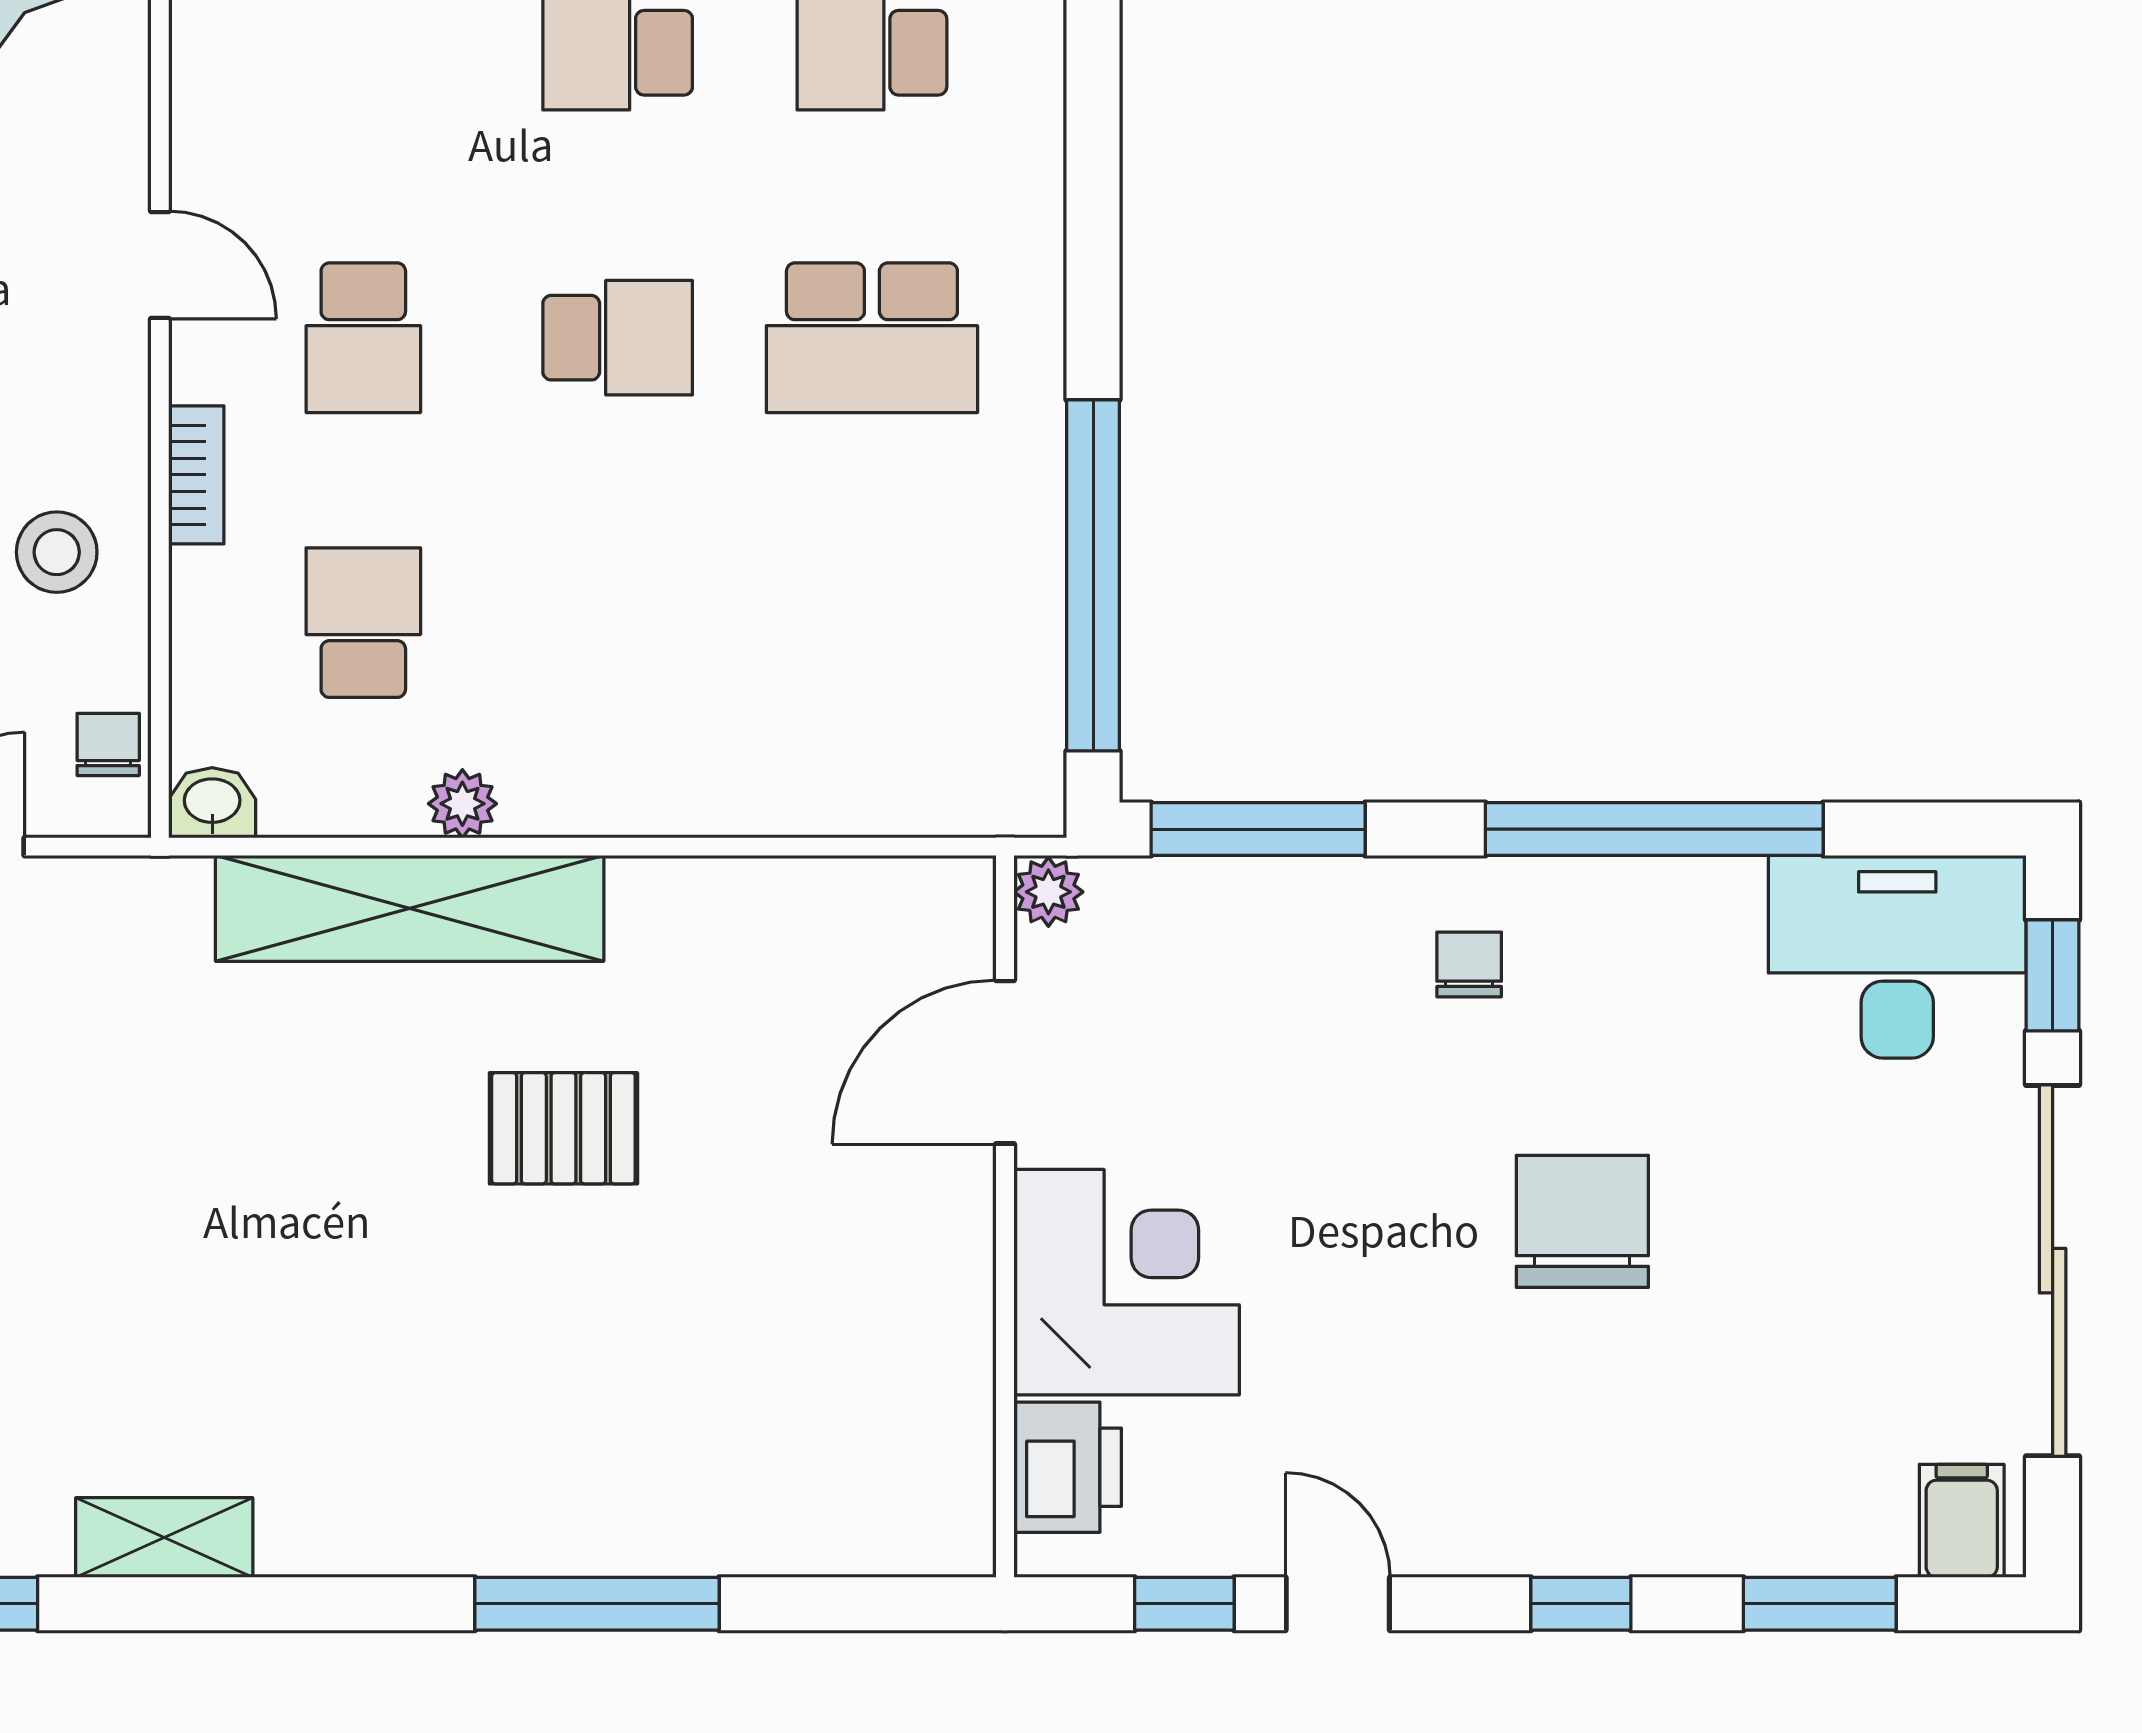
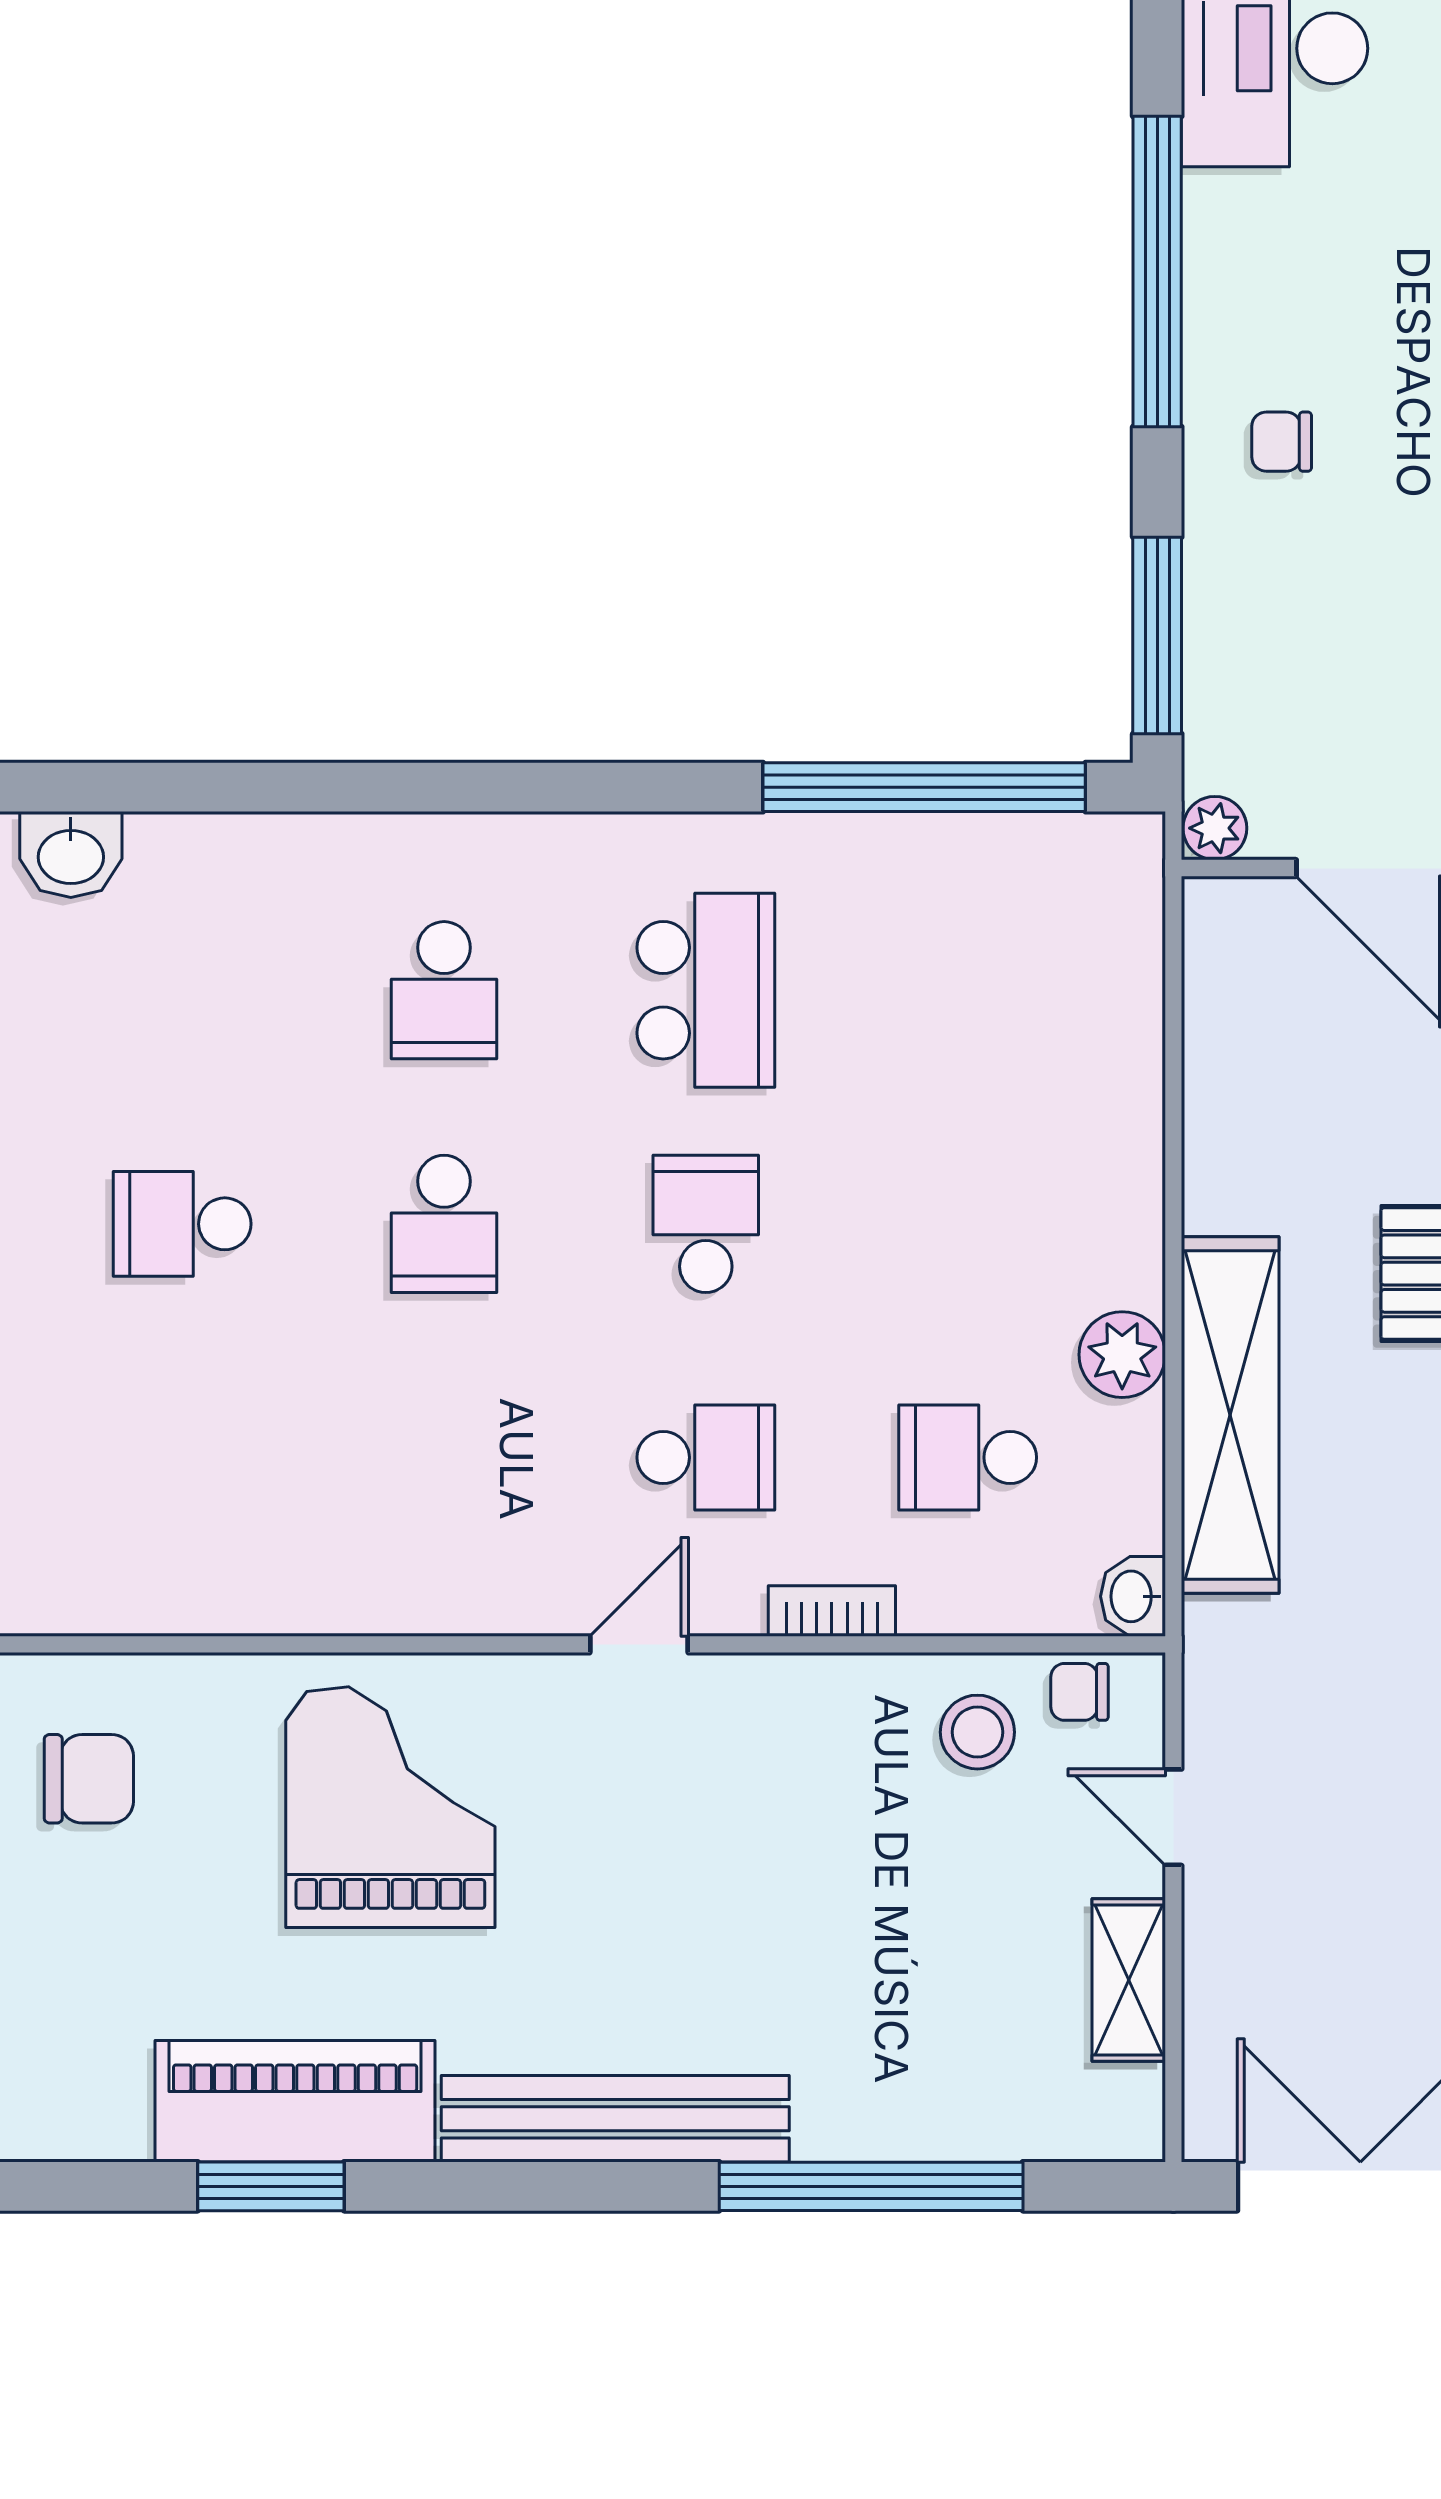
stool: (57, 552) -> (977, 1732), moved
plant: (462, 804) -> (1122, 1355), width x1.38, depth x1.38

